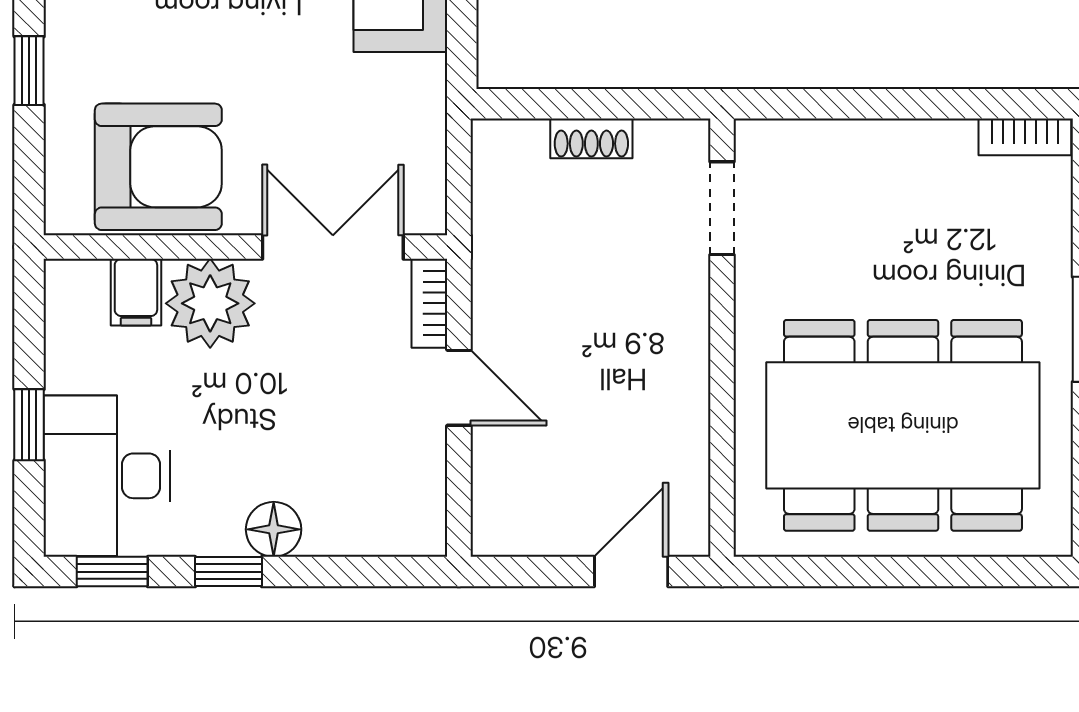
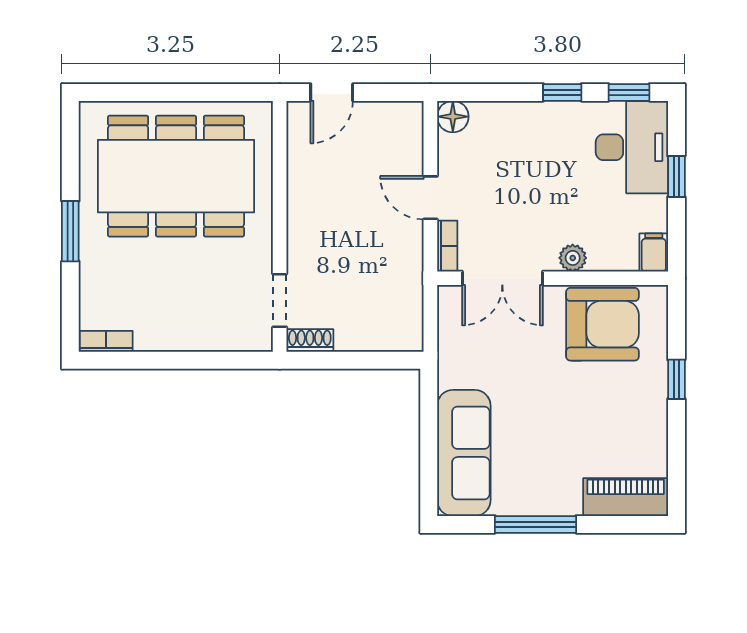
shoe rack: (591, 138) -> (310, 341), moved
armchair: (158, 167) -> (602, 324), turned 180
filing cabinet: (136, 292) -> (654, 252), moved
plant: (210, 303) -> (573, 258), width x0.53, depth x0.53
floor lamp: (274, 529) -> (453, 117), moved

